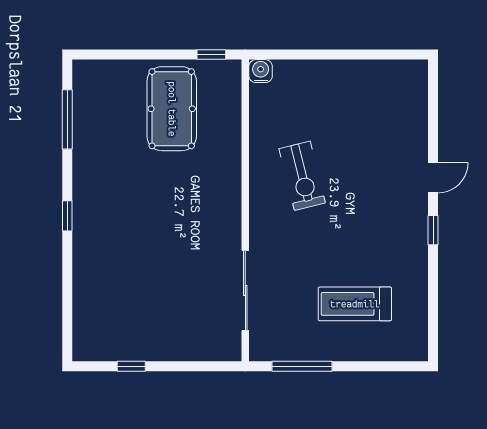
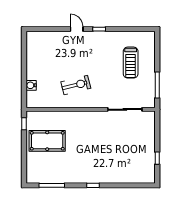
water cooler: (261, 71) -> (31, 85), moved

